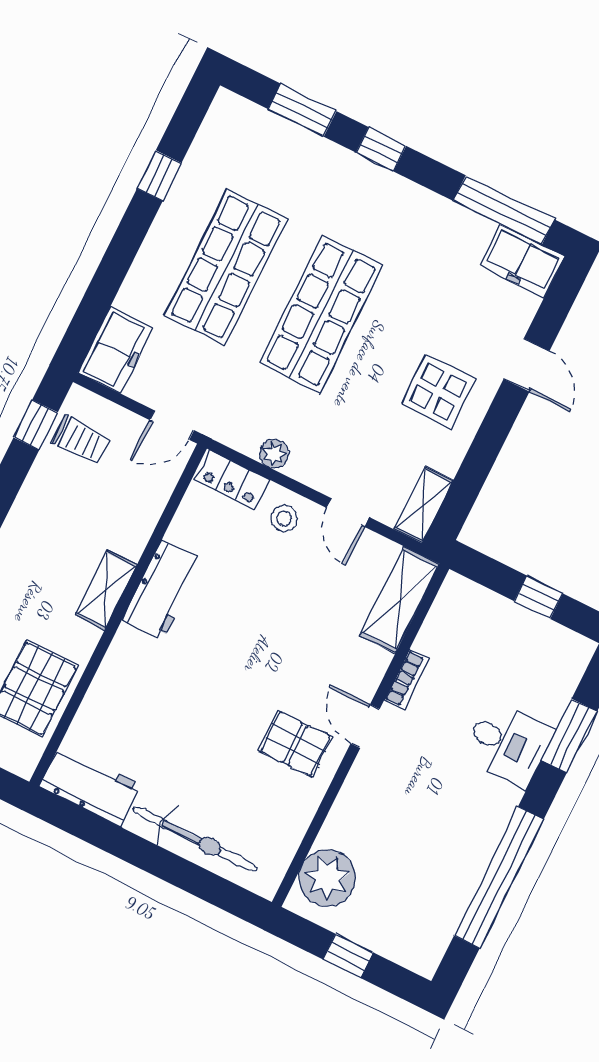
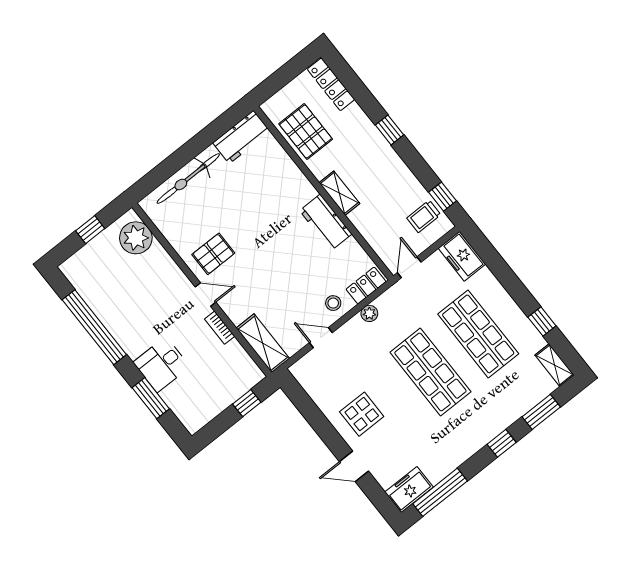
shelving: (424, 505) -> (554, 365), moved
window: (538, 597) -> (247, 403), moved

